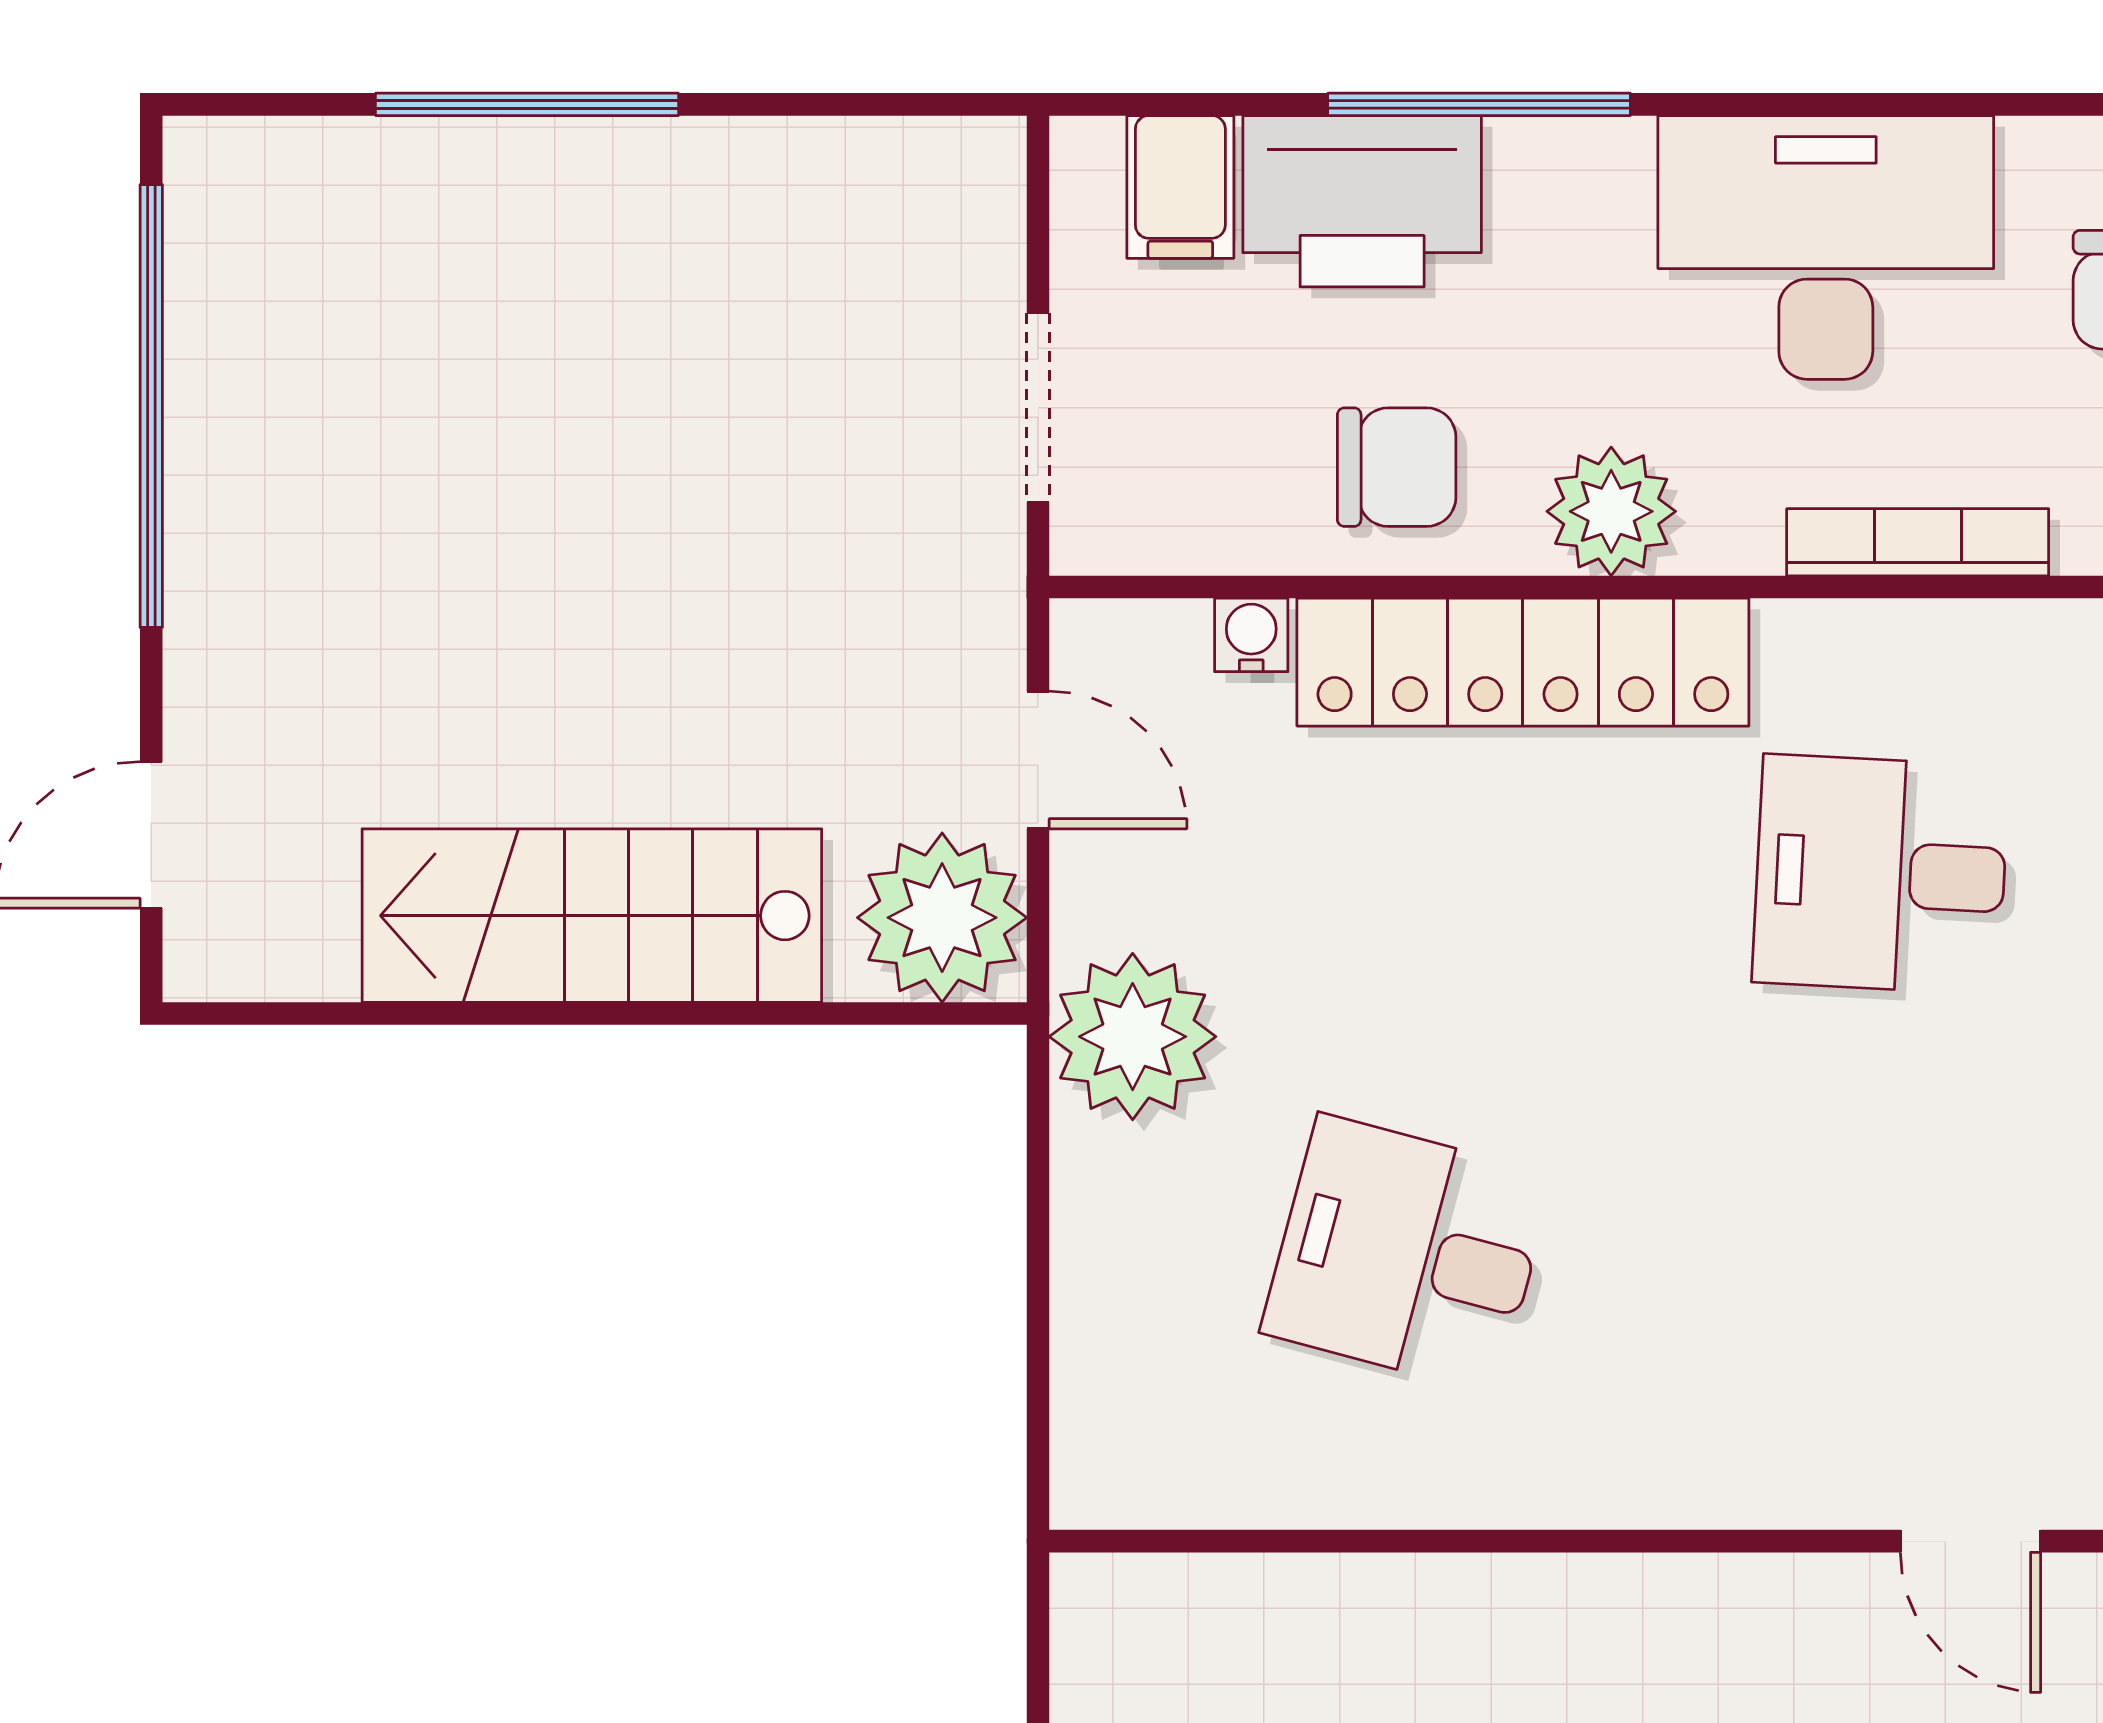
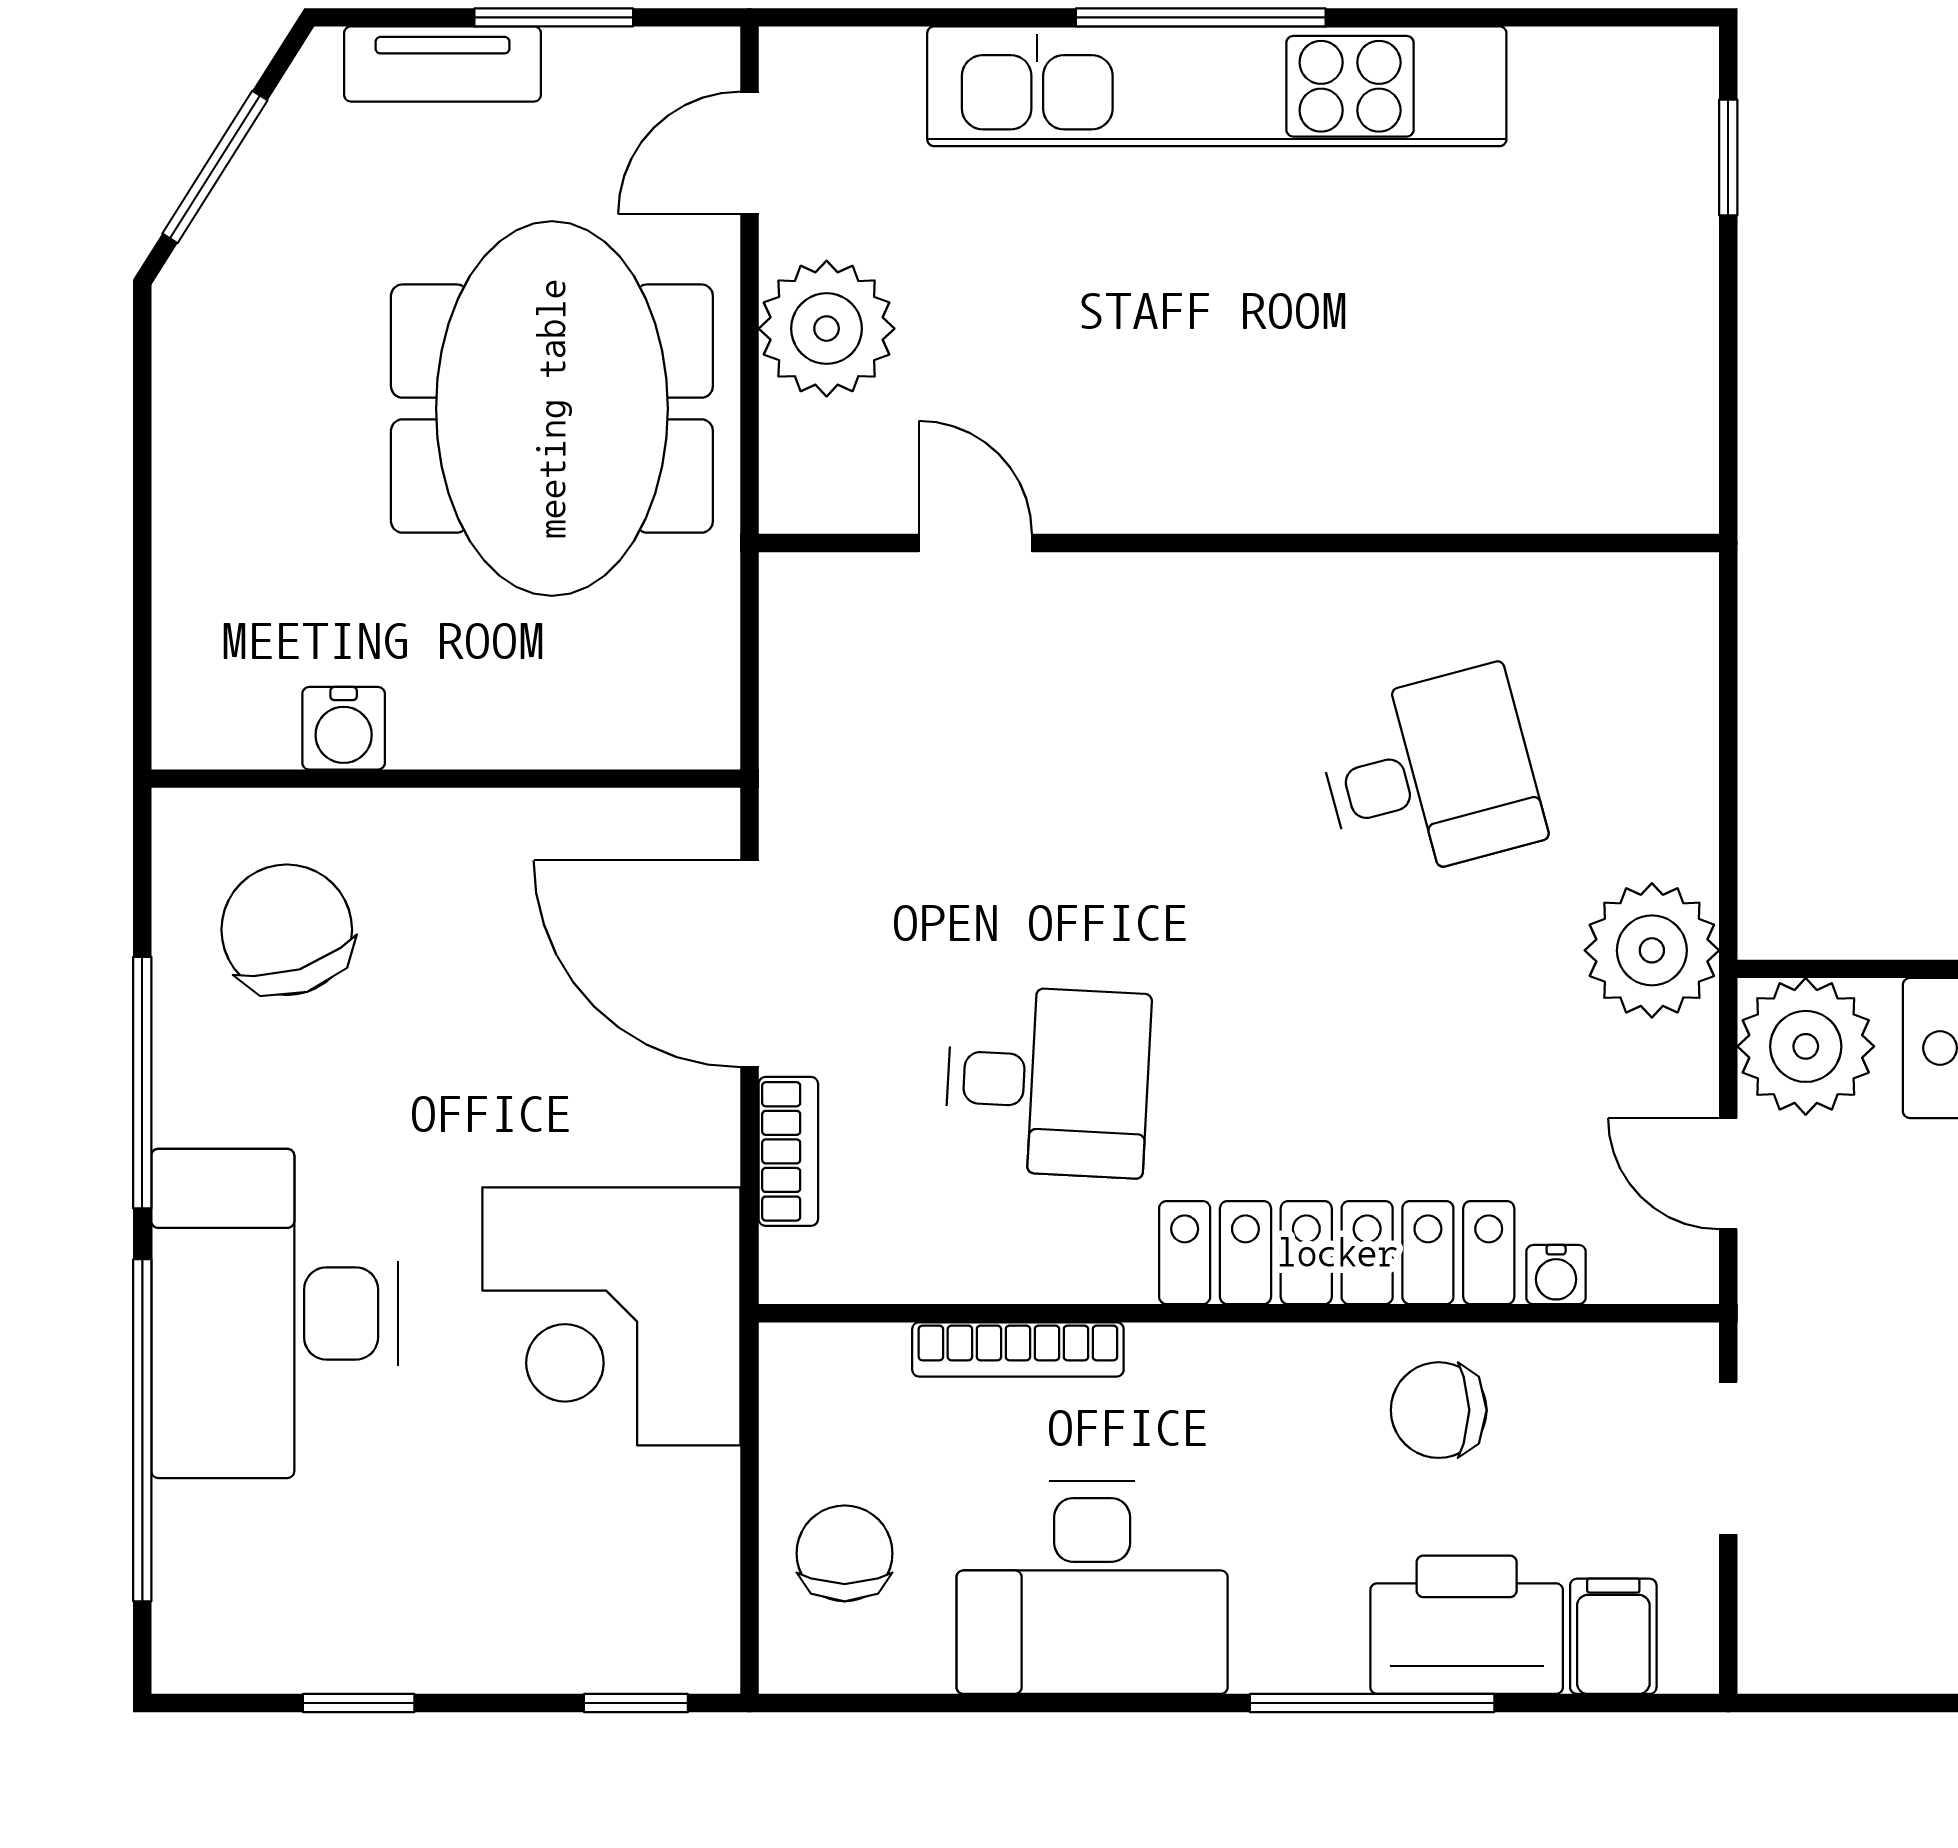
plant: (1611, 511) -> (1265, 1374), removed
desk: (1407, 1254) -> (1430, 775), turned -30

